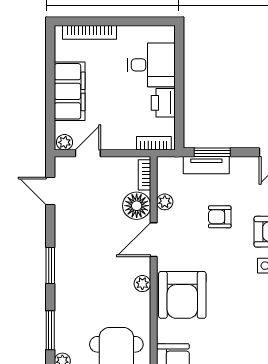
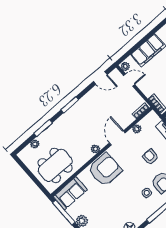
door: (50, 191) -> (100, 78), swing flipped
floor lamp: (137, 206) -> (125, 119), removed
door: (154, 240) -> (117, 138), hinge flipped
armchair: (182, 295) -> (105, 169), turned 180

